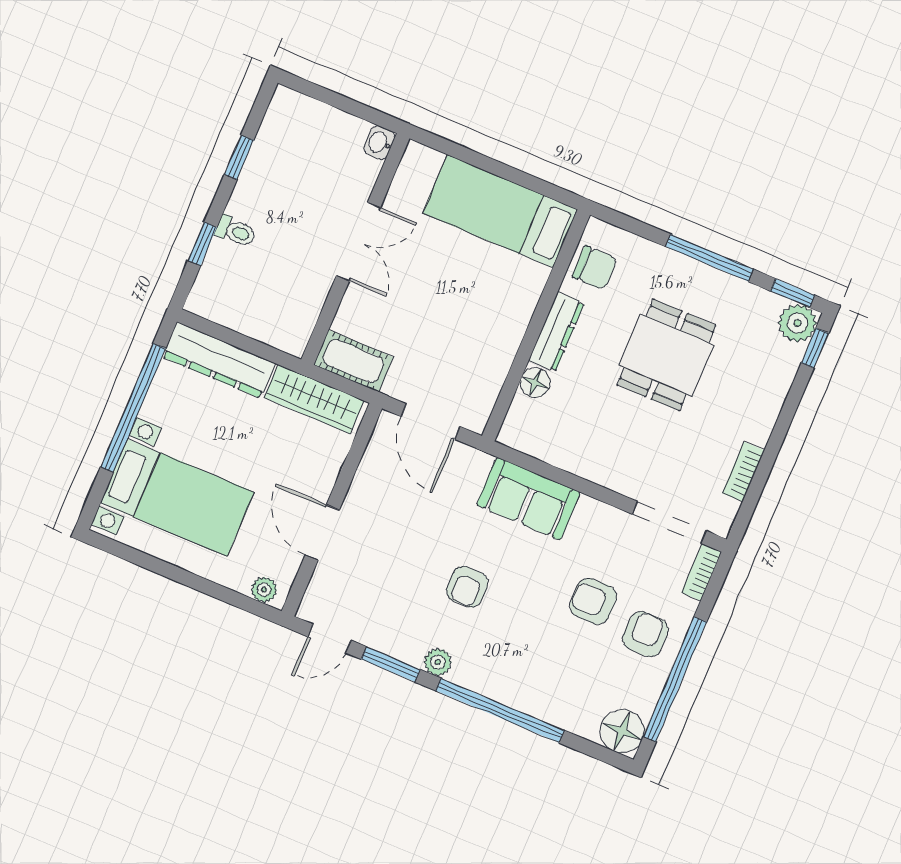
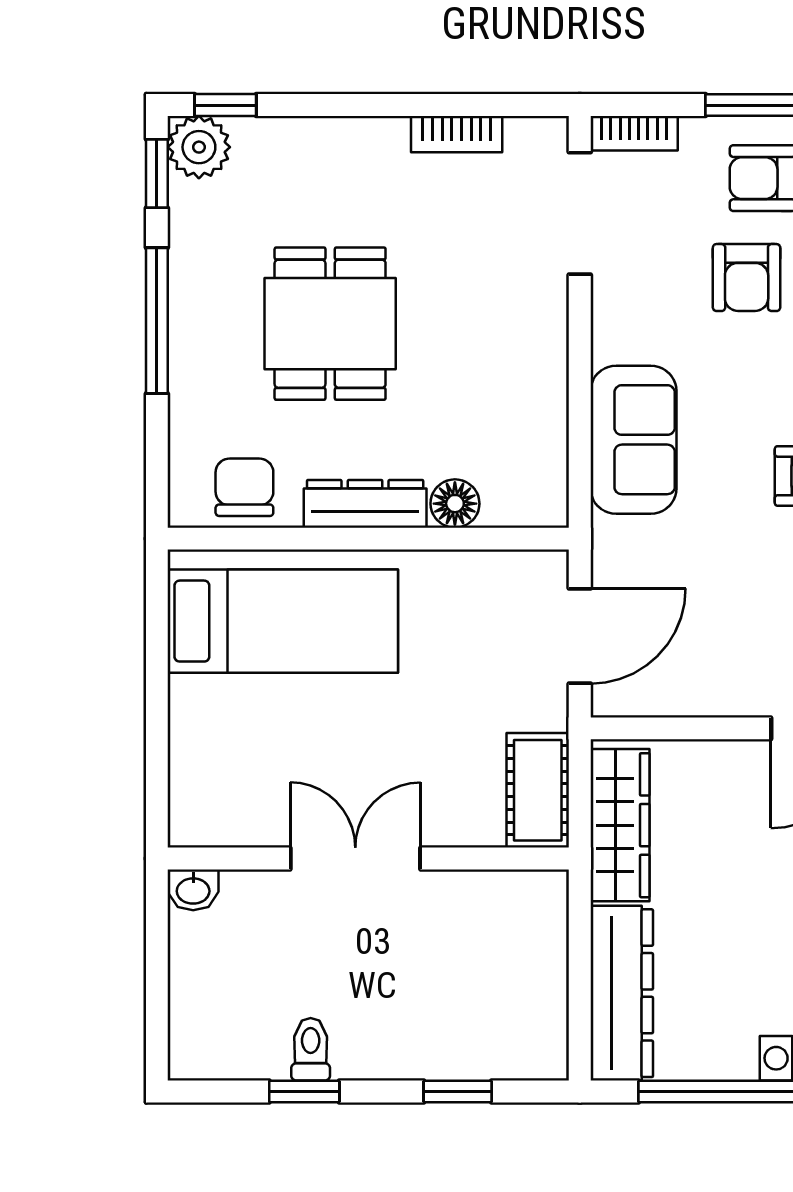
bed: (500, 211) -> (283, 621), moved, turned -90
toilet: (236, 231) -> (311, 1049), moved
dining table: (666, 355) -> (330, 324), turned 90

